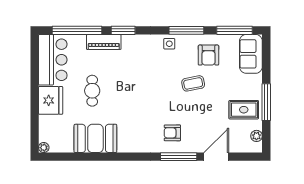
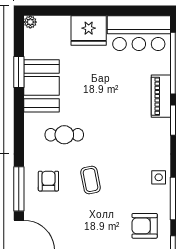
coffee table: (193, 83) -> (91, 180), moved
cafe table: (92, 91) -> (64, 135), moved
window: (84, 157) -> (19, 72), added

